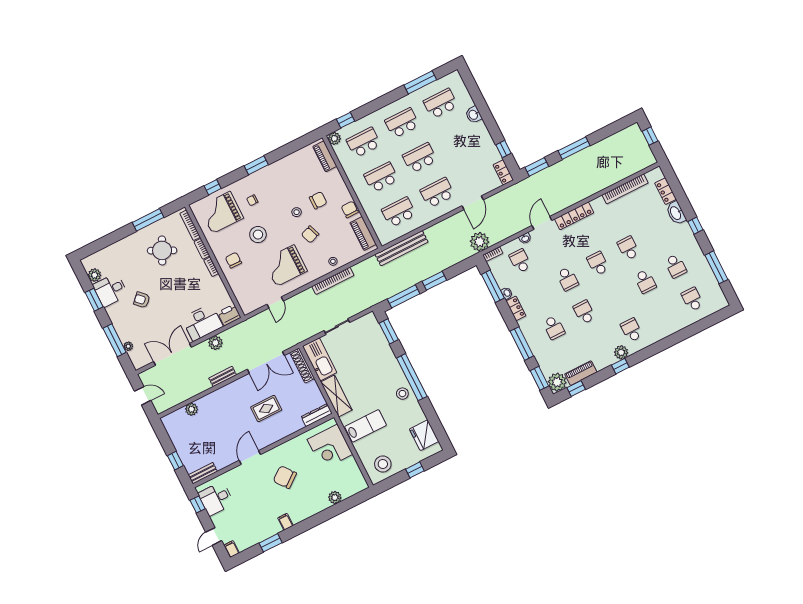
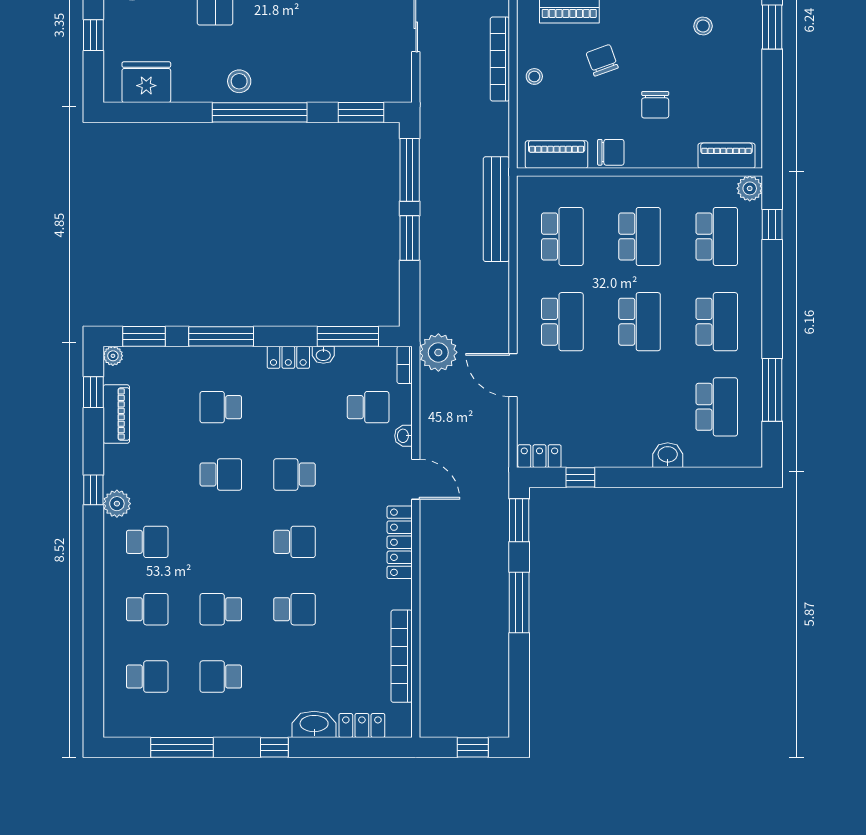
stool: (297, 212) -> (703, 26), moved
school desk: (662, 315) -> (147, 609), added
plant: (557, 382) -> (113, 356), width x0.53, depth x0.53

